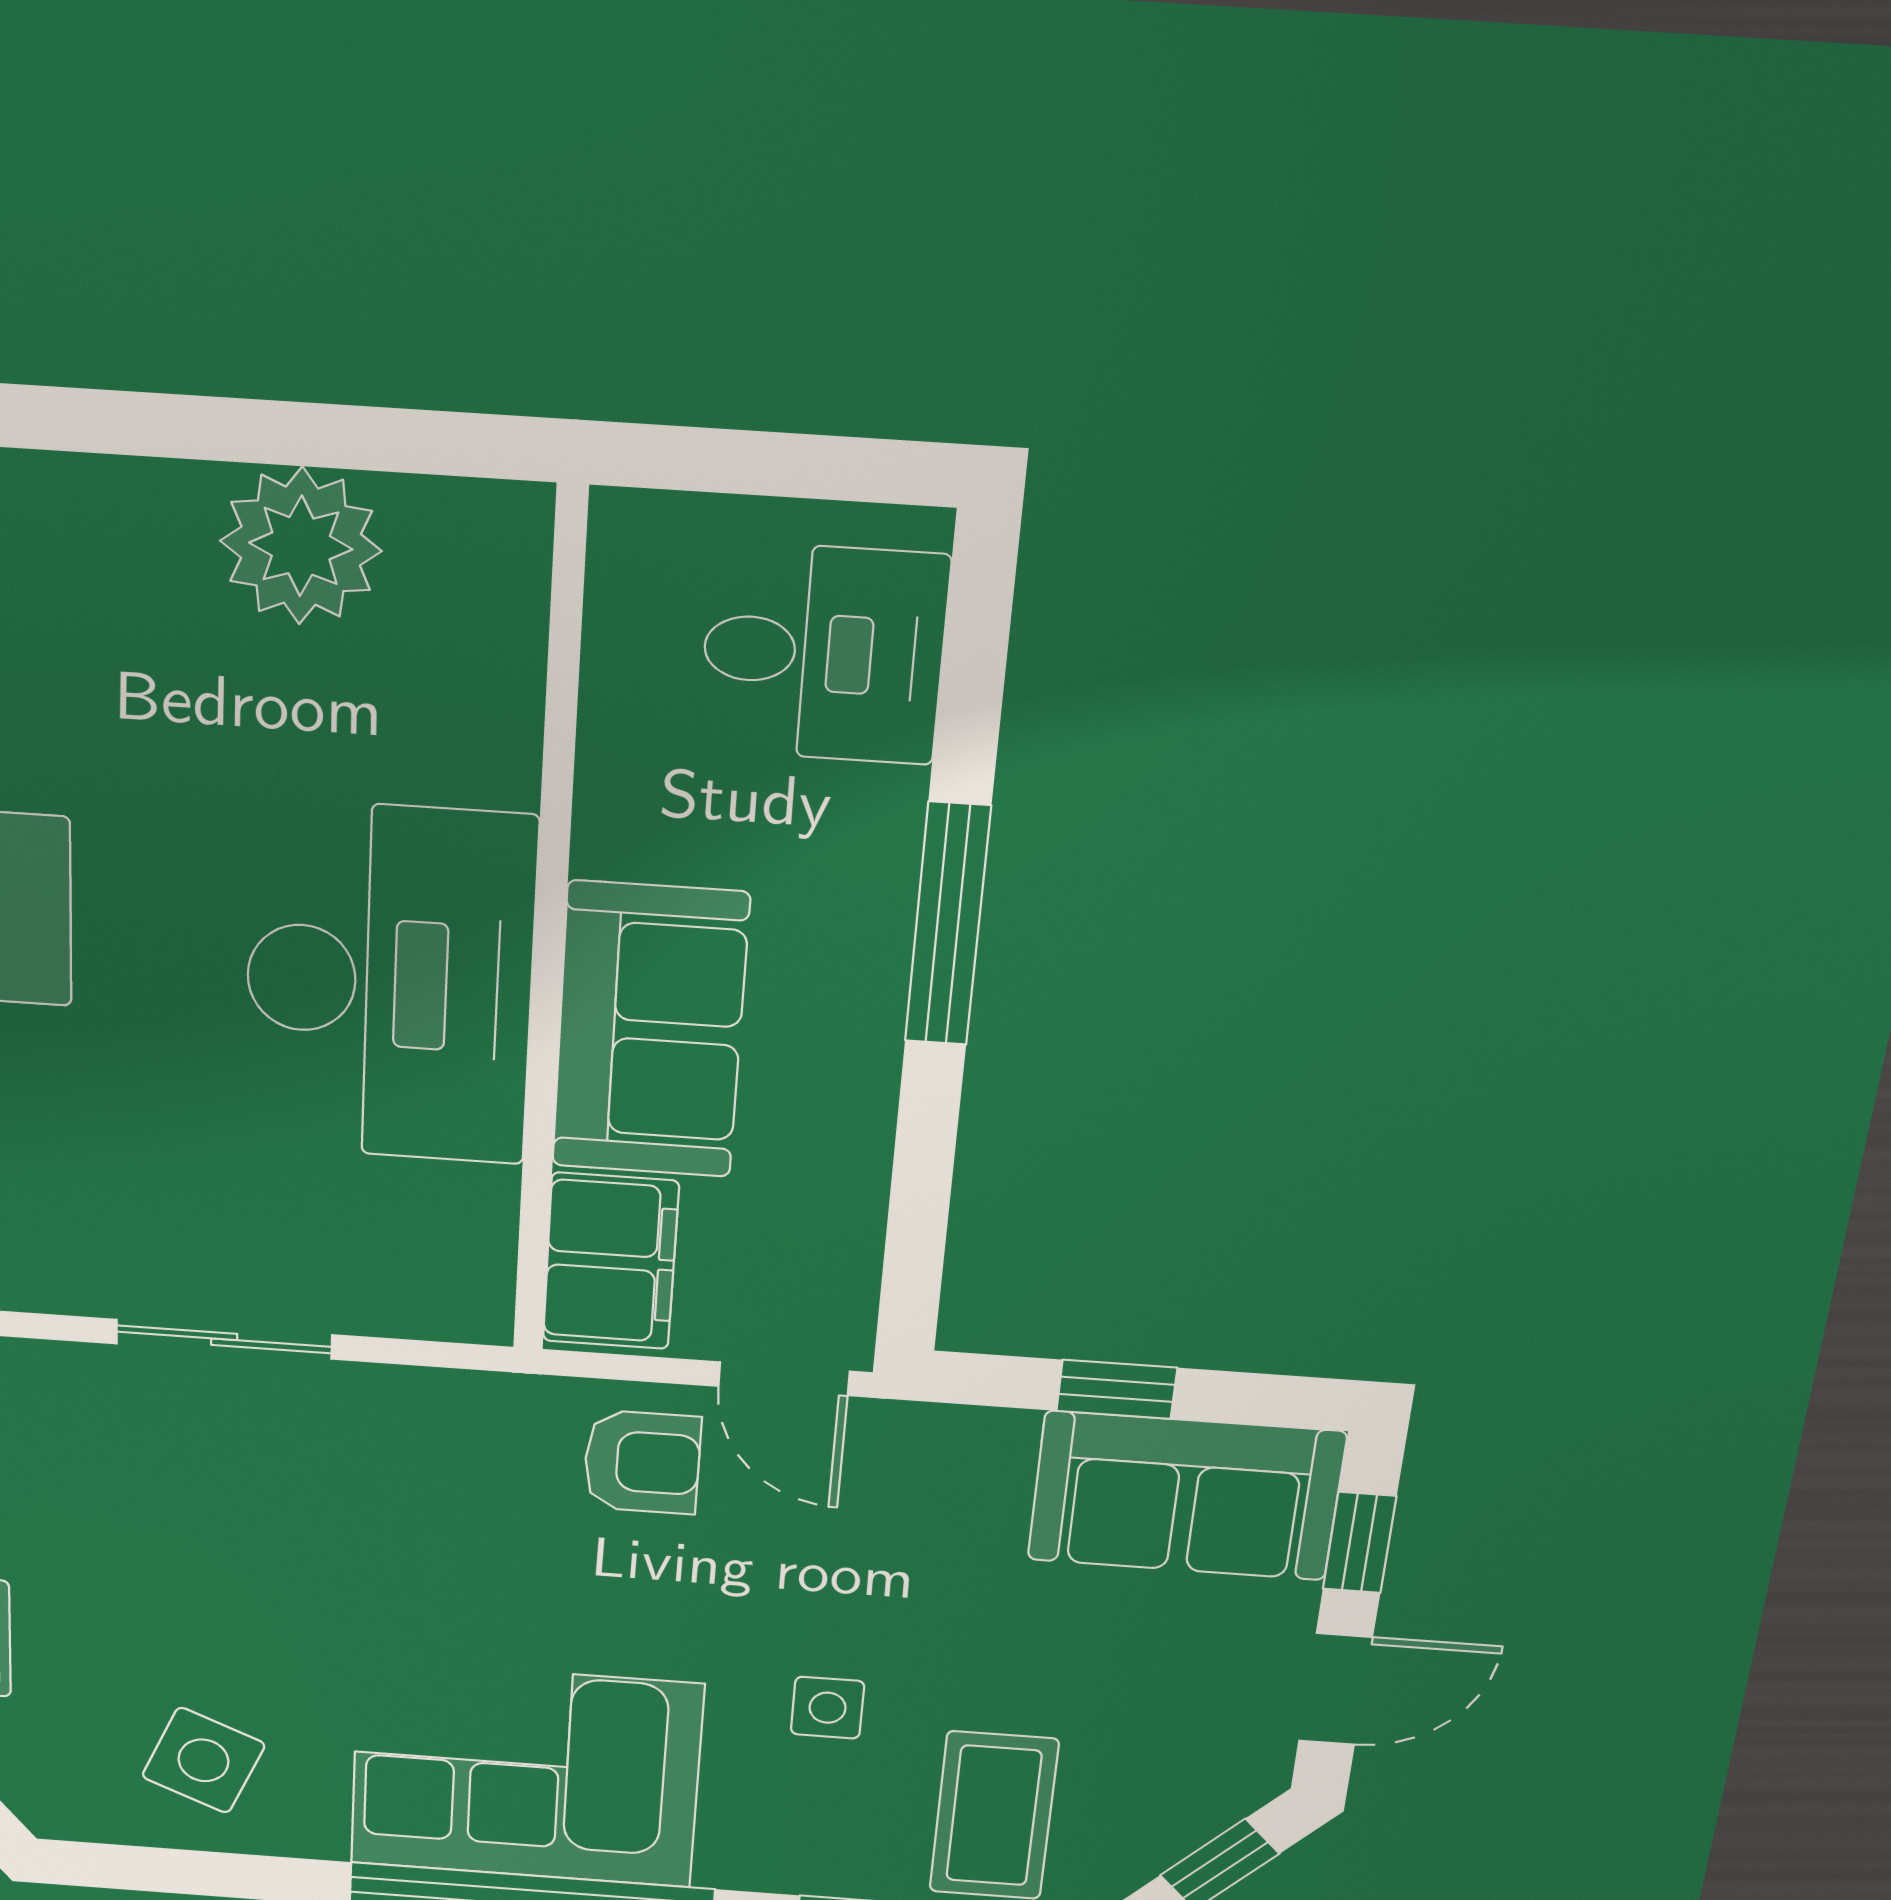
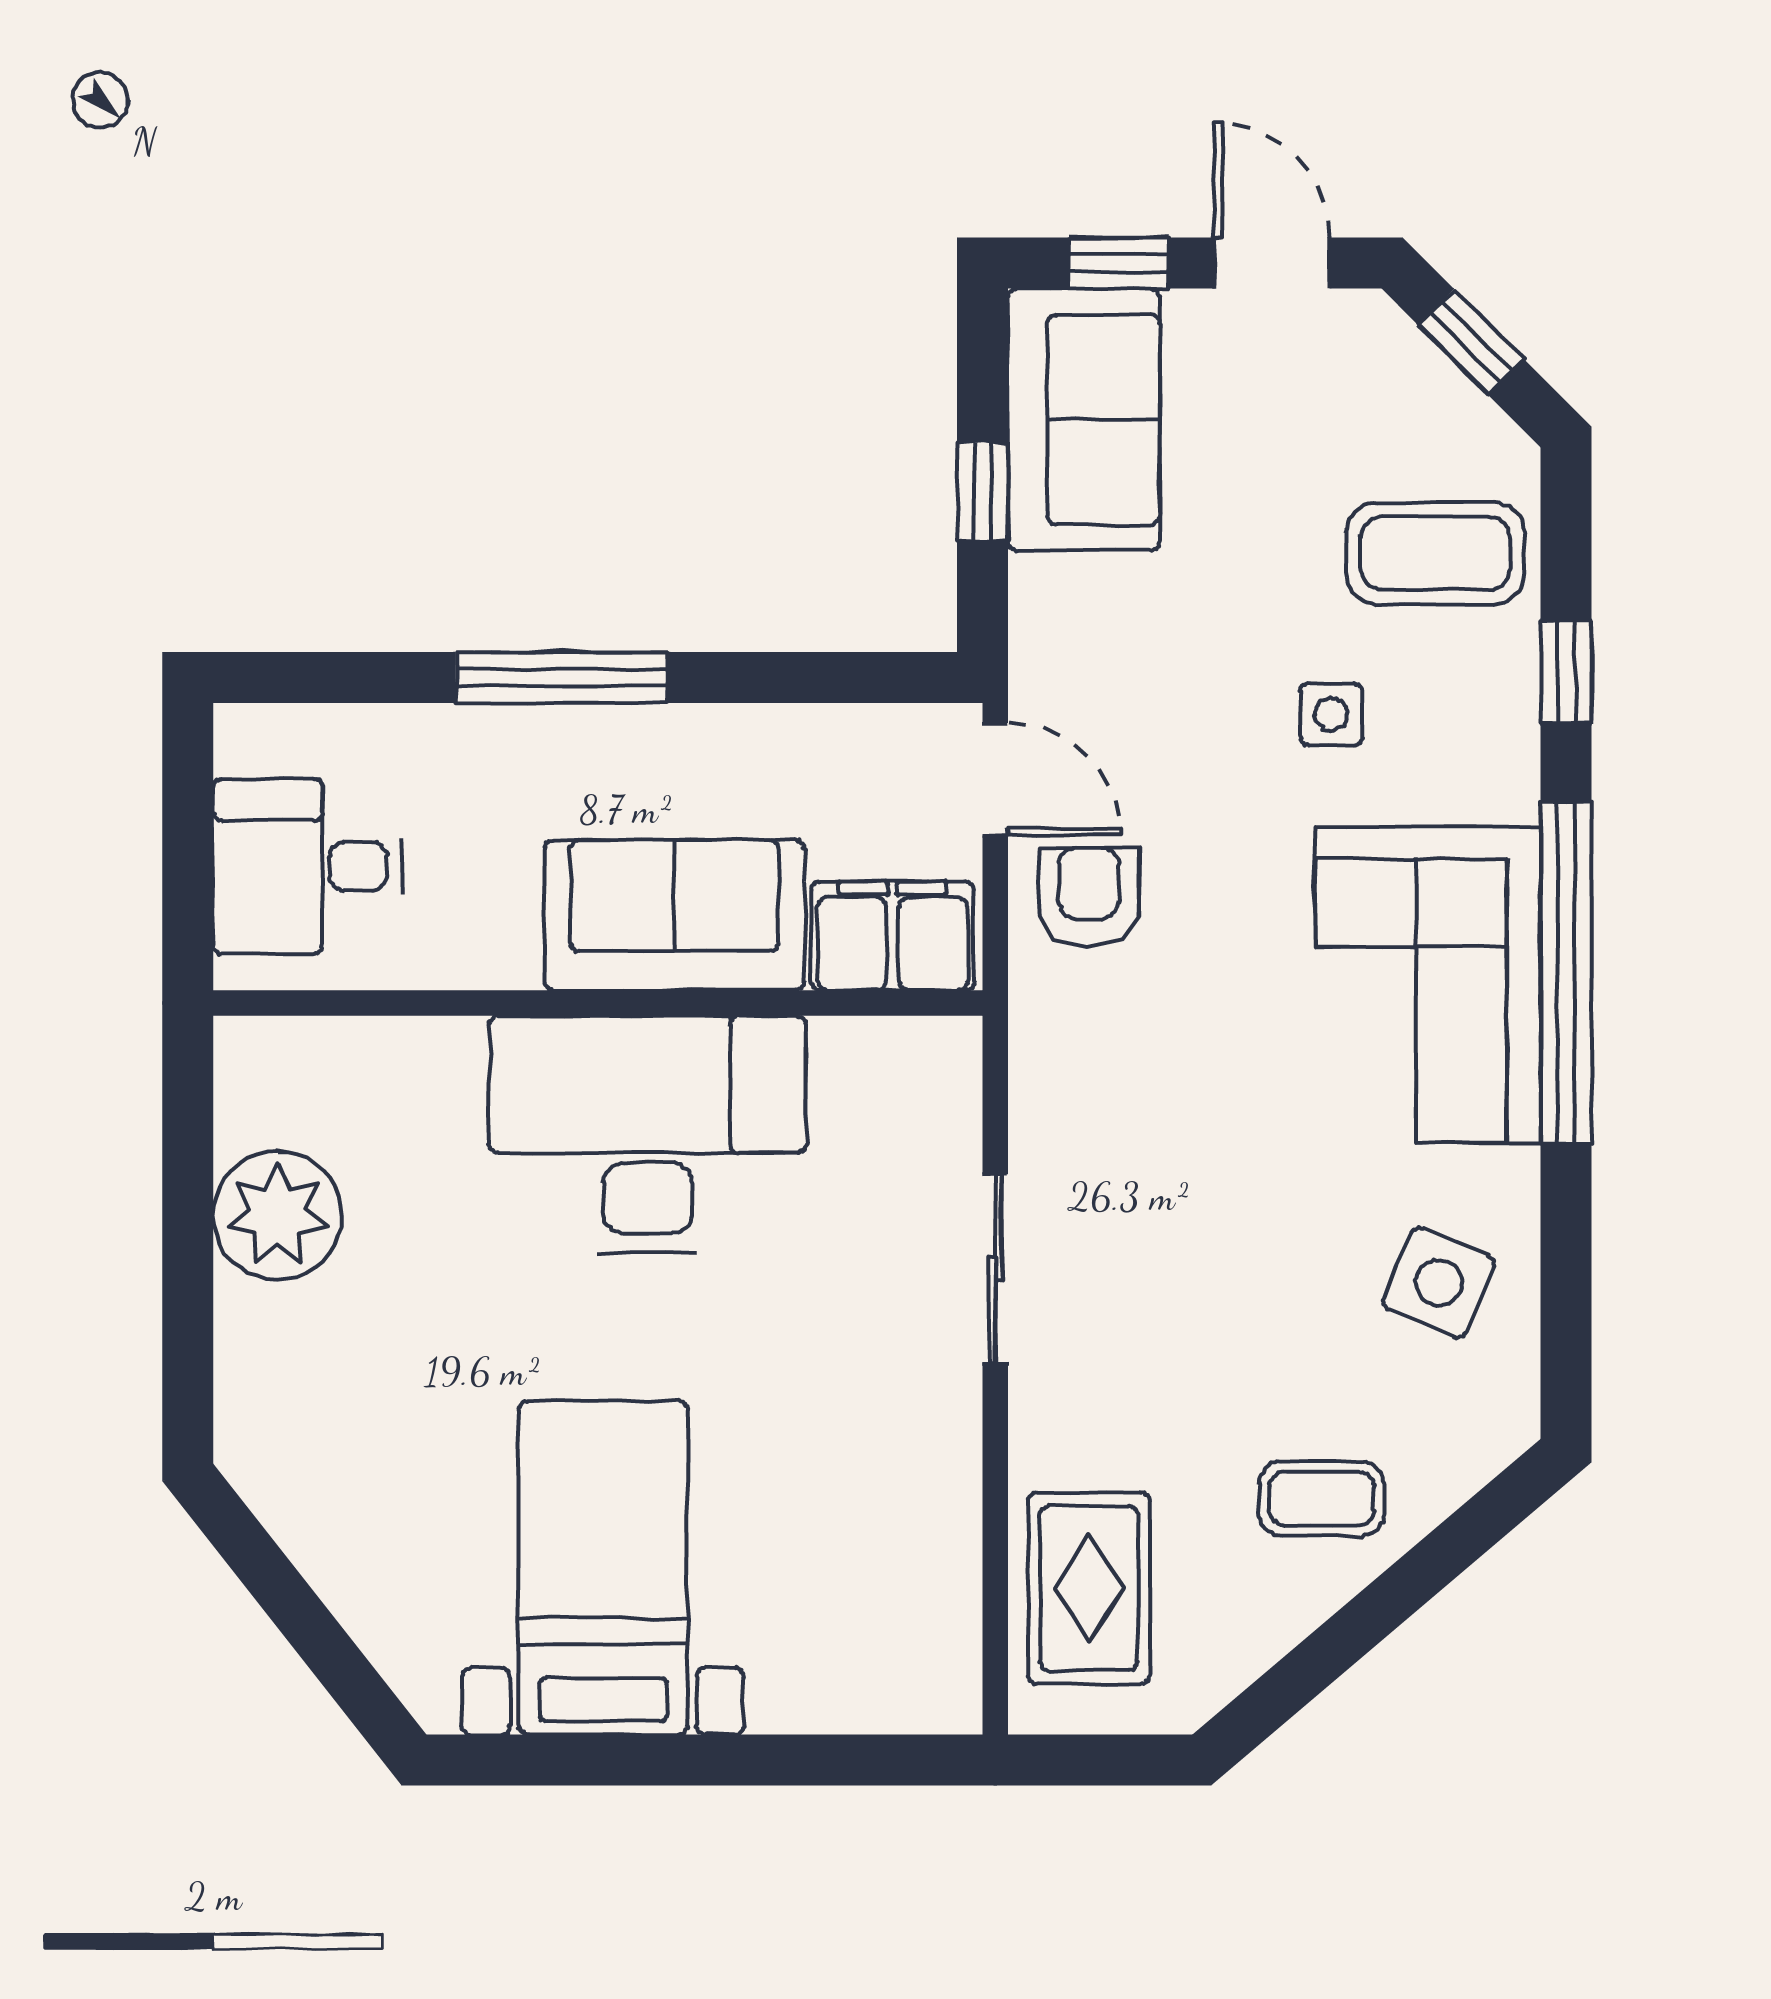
desk: (823, 653) -> (307, 866), moved, turned -90
door: (784, 1379) -> (995, 779), hinge flipped

